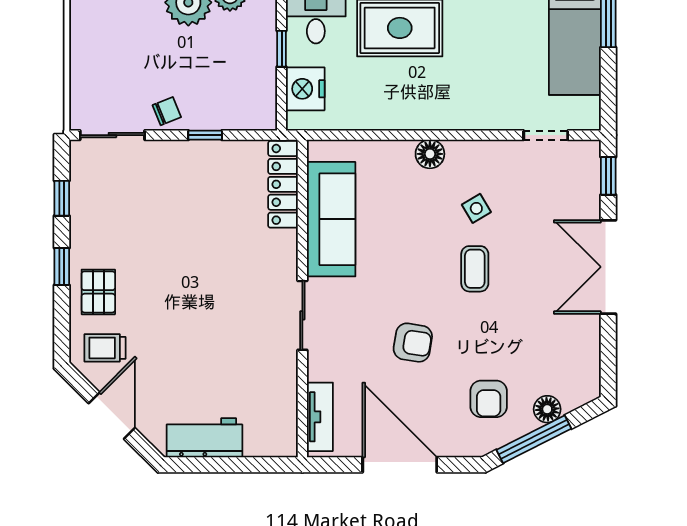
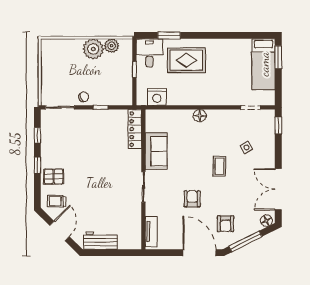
nightstand: (305, 89) -> (157, 97), moved, turned -90
side table: (476, 208) -> (246, 148), moved
sofa: (331, 219) -> (156, 151), width x0.73
double door: (608, 267) -> (278, 189), moved
pallet: (98, 292) -> (54, 177), turned 90
armchair: (413, 343) -> (192, 199), turned -99
floor lamp: (547, 409) -> (266, 221), moved
door: (400, 465) -> (199, 253), moved

